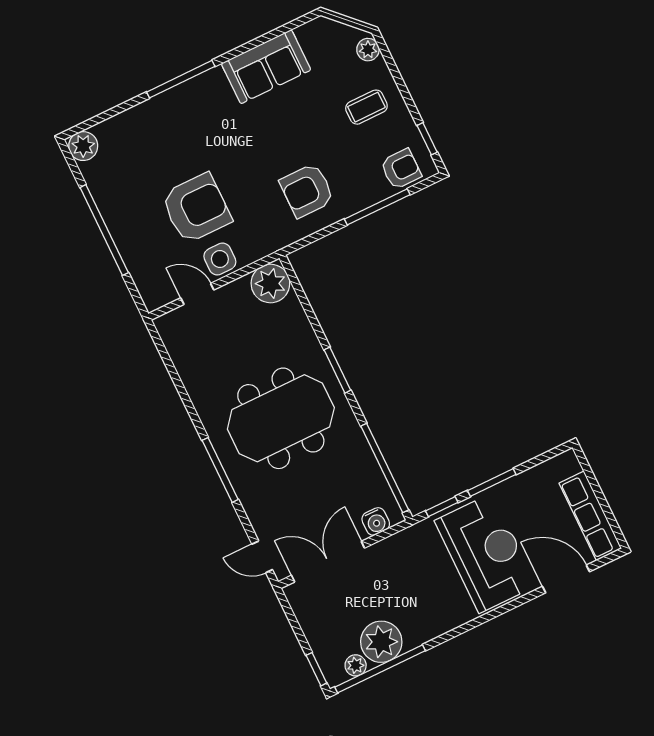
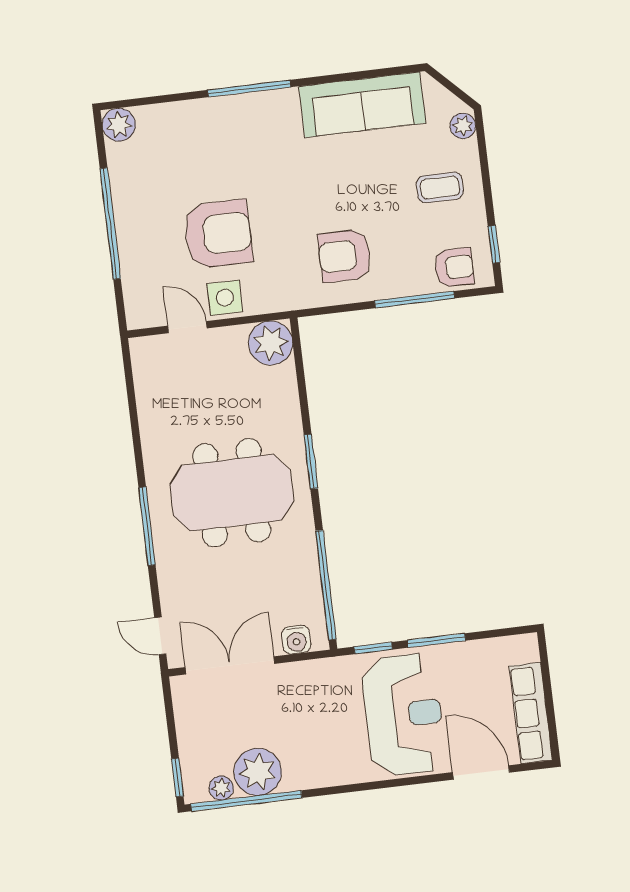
sofa: (266, 67) -> (362, 105), width x1.36

